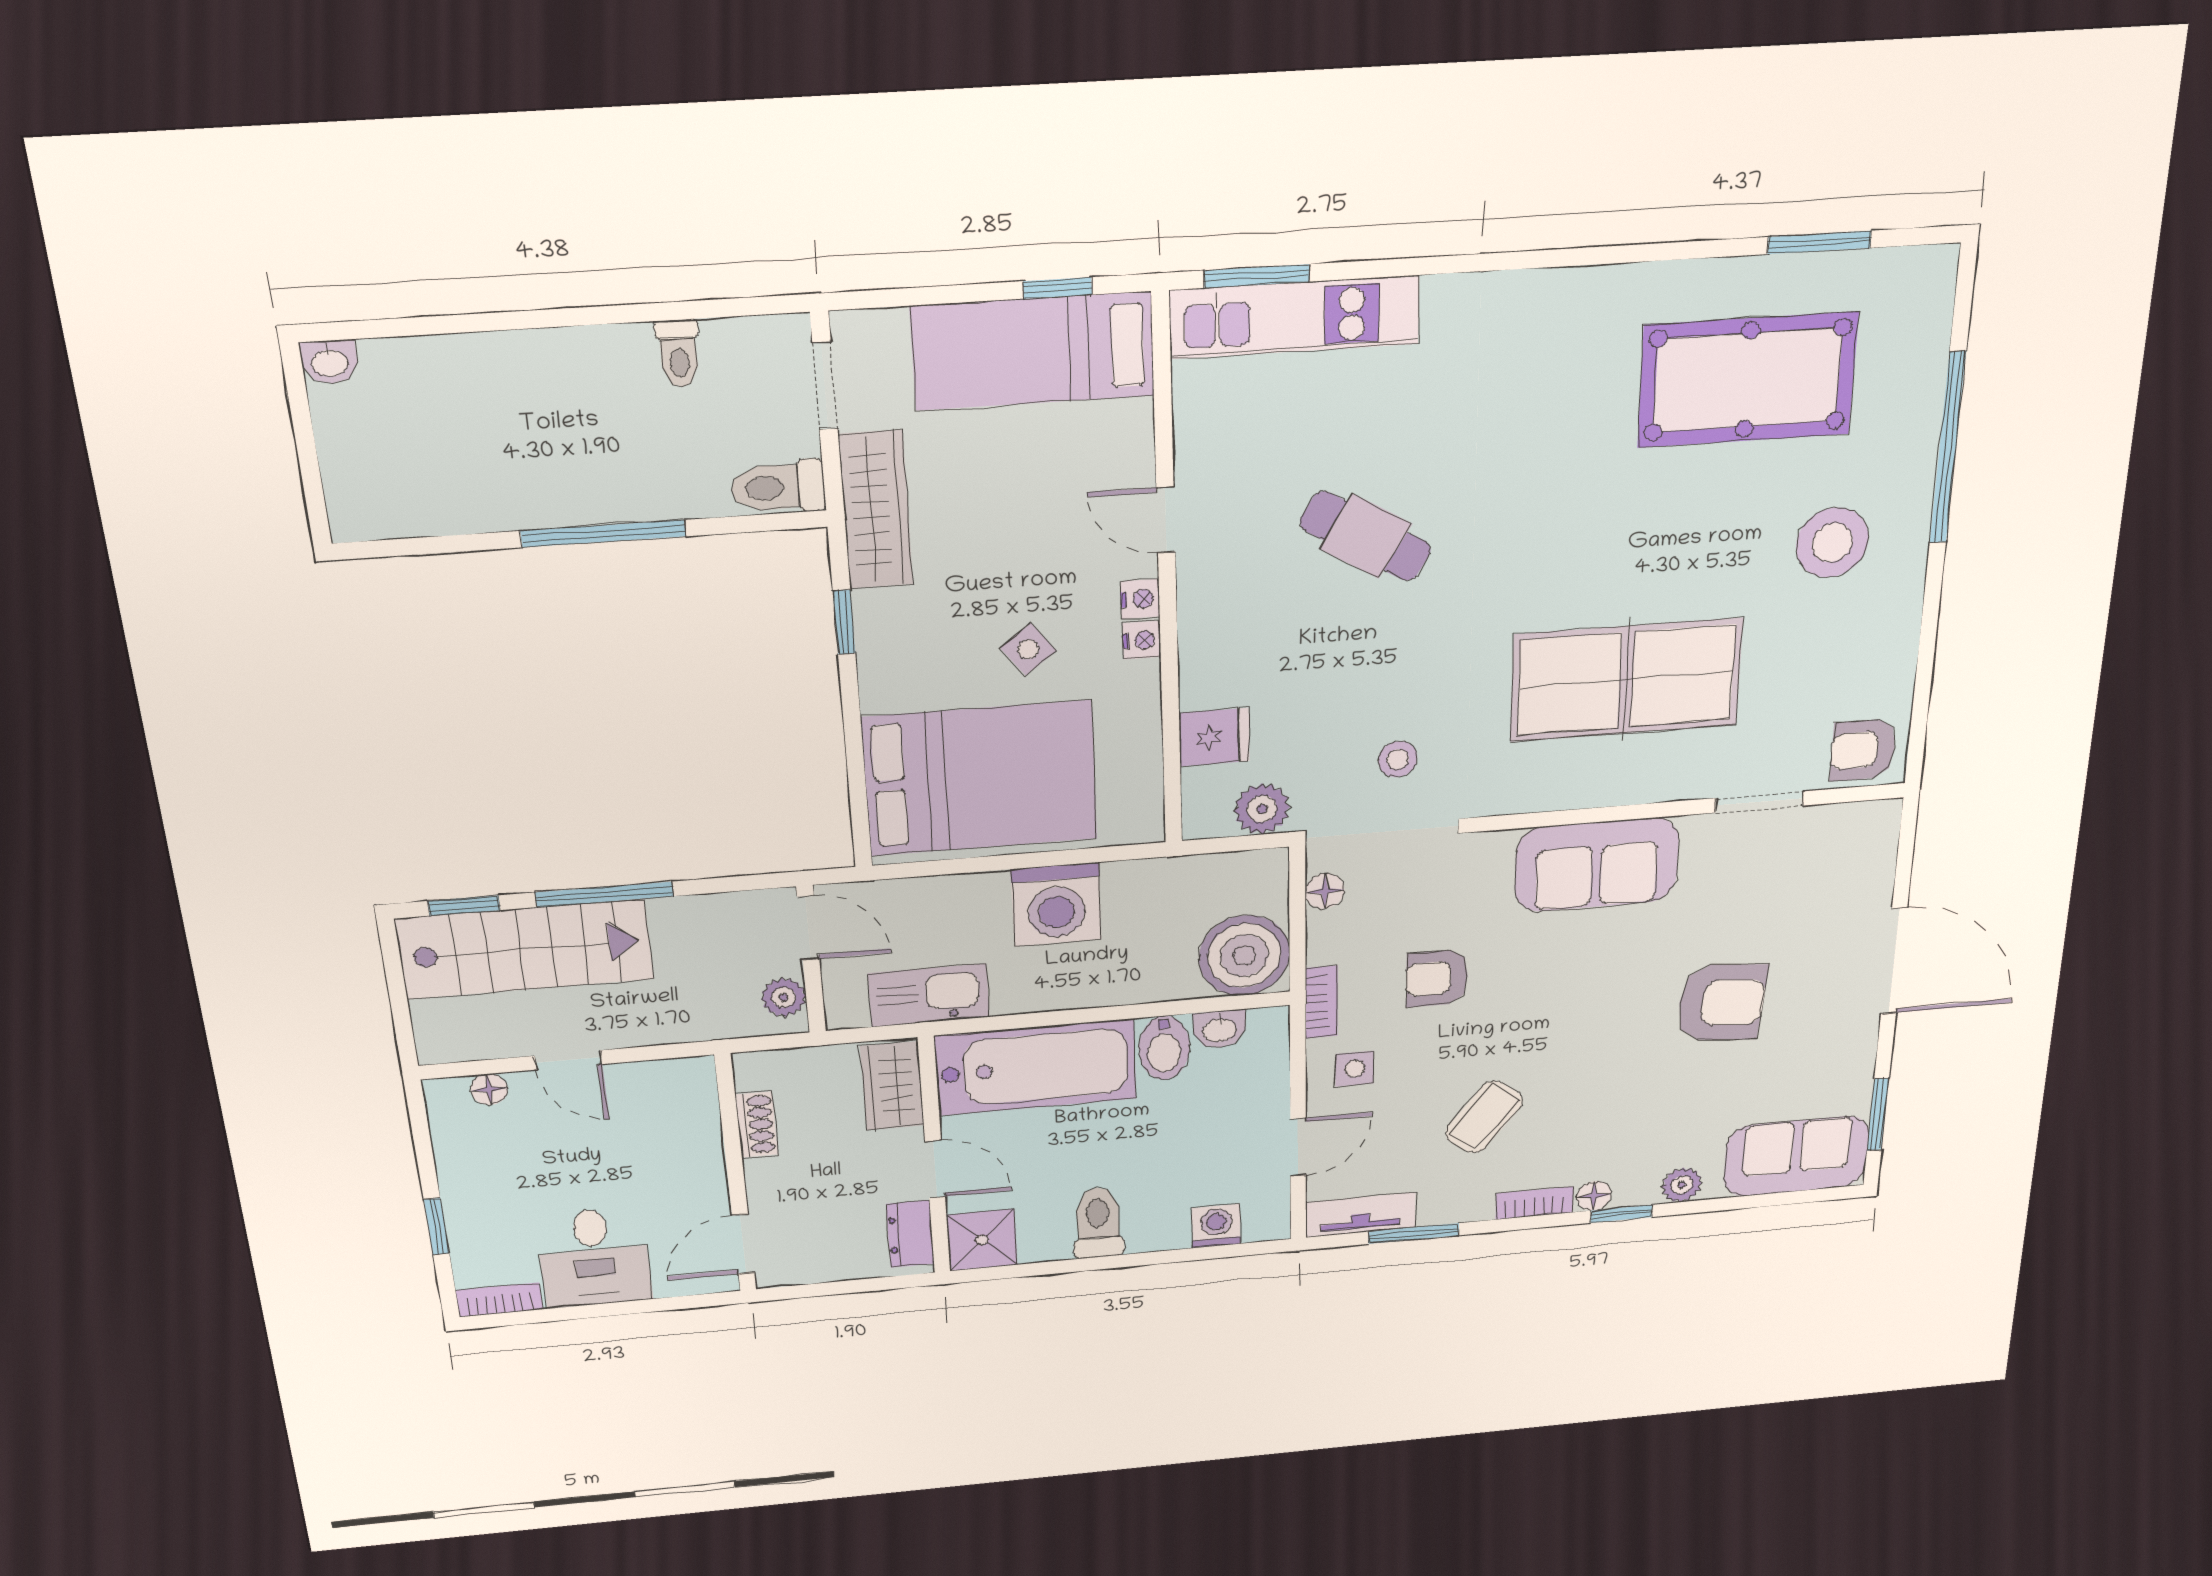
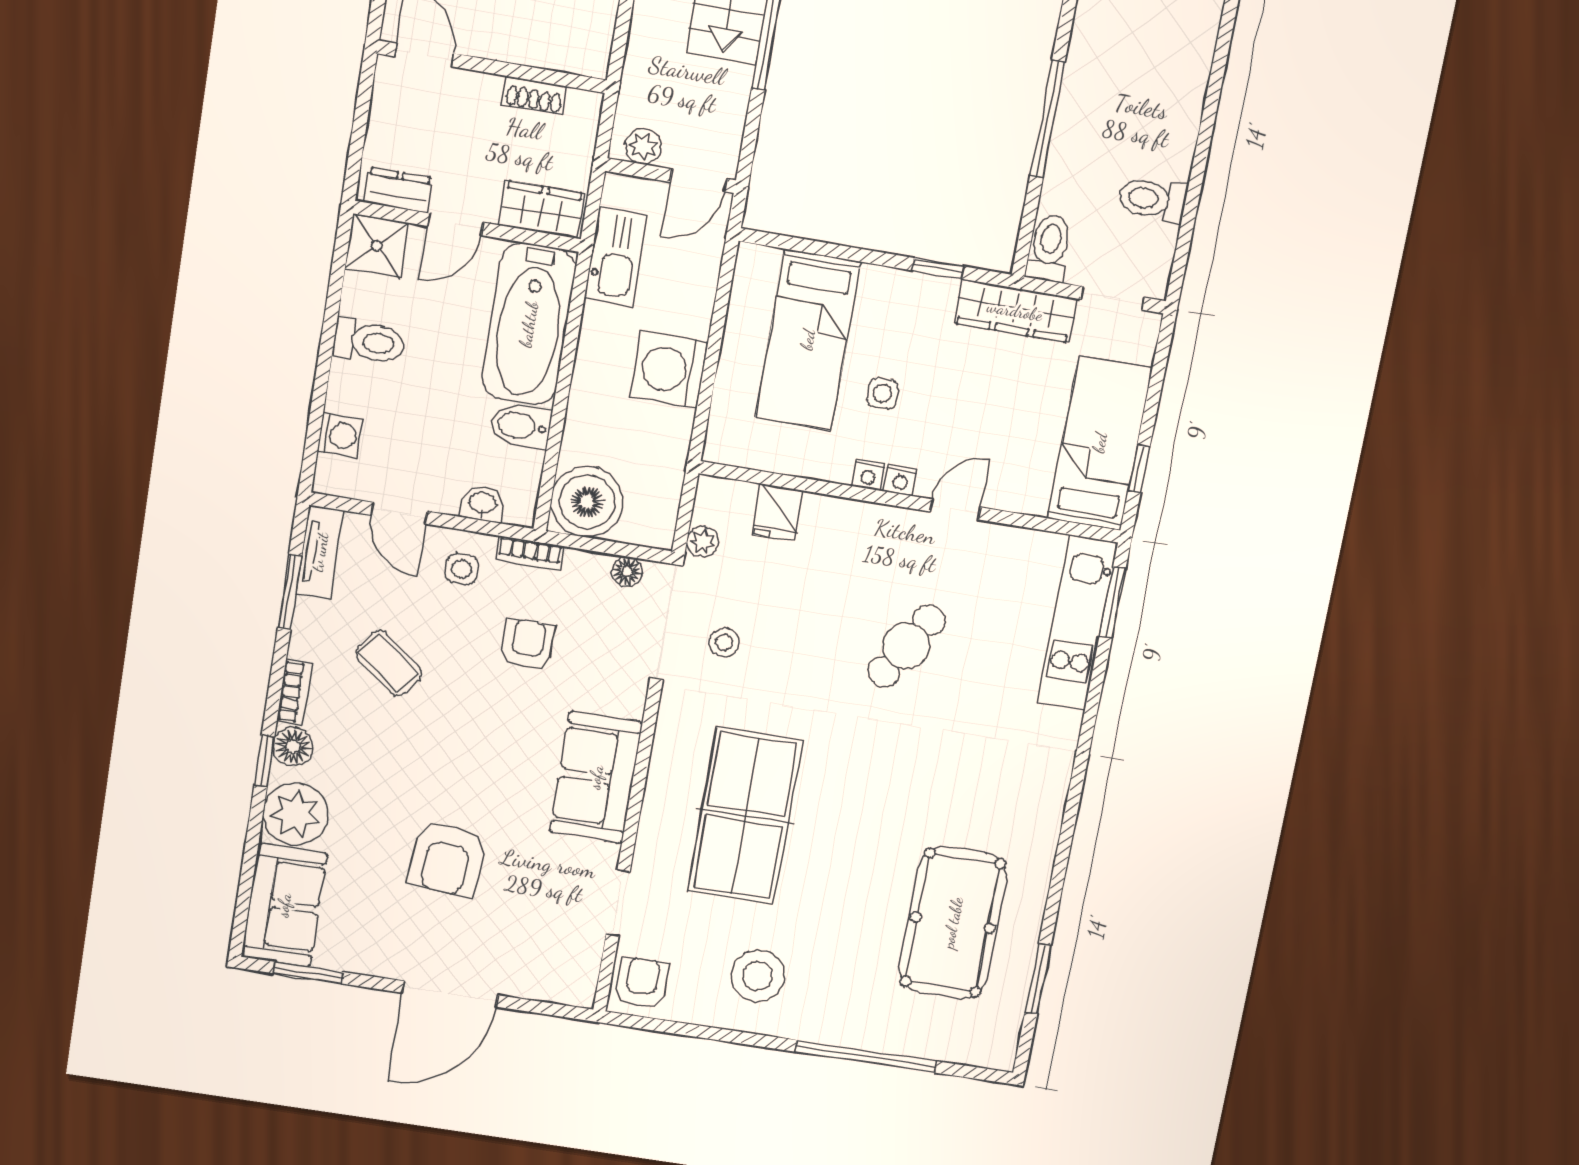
toilet: (679, 353) -> (1153, 199), width x1.37, depth x1.39
stool: (1832, 543) -> (758, 976), moved
side table: (1028, 649) -> (882, 393), turned 37
bed: (980, 778) -> (808, 340), width x0.67
plant: (1262, 809) -> (703, 542), width x0.73, depth x0.73
washbasin: (1219, 1029) -> (482, 504), moved, turned 90
plant: (1682, 1185) -> (295, 814), width x1.88, depth x1.88
floor lamp: (1594, 1196) -> (293, 747), width x1.37, depth x1.37

